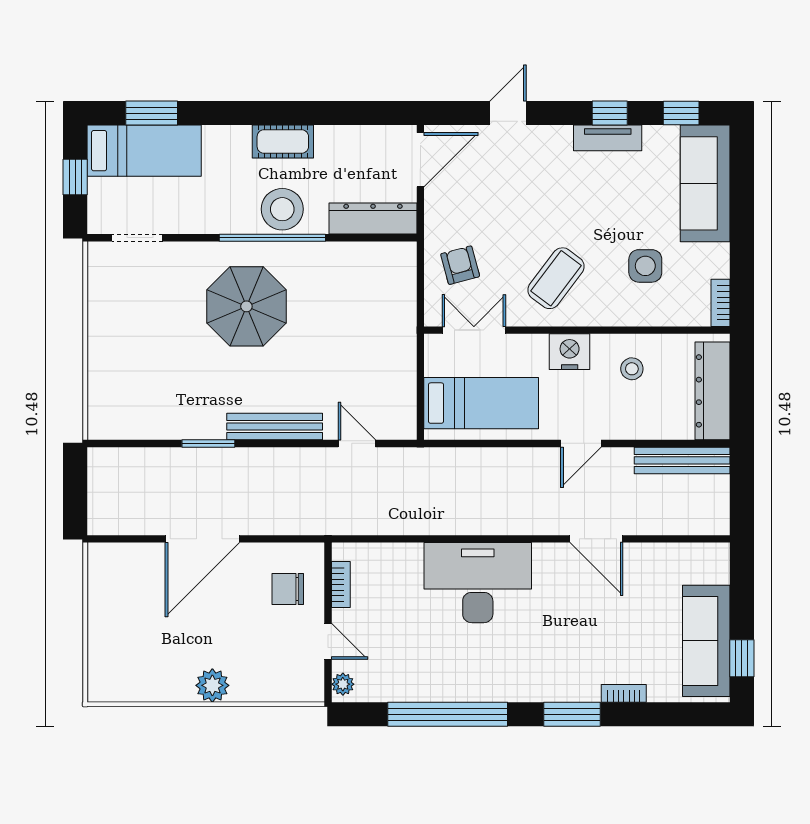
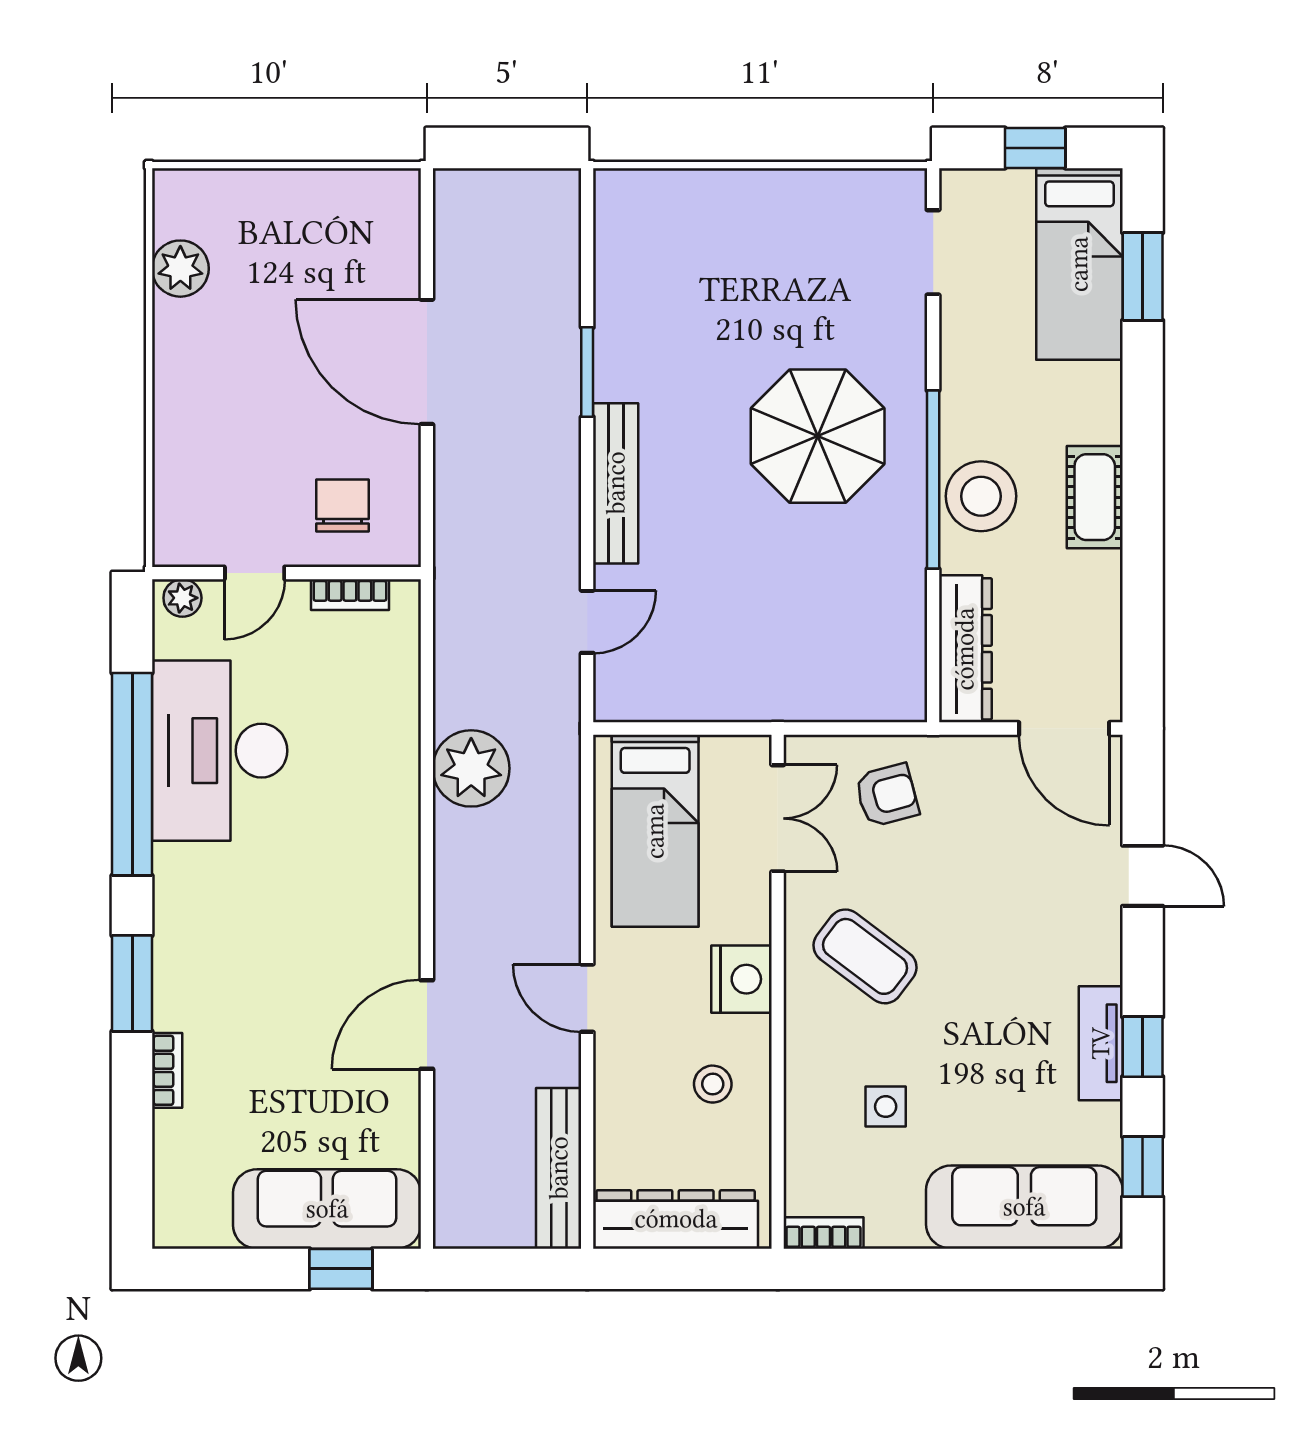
side table: (645, 266) -> (886, 1107), width x0.73, depth x0.73
plant: (444, 512) -> (471, 768), added
desk: (478, 583) -> (220, 751), moved, turned 180
sofa: (706, 641) -> (327, 1209), moved
window: (742, 658) -> (341, 1269), moved
plant: (212, 685) -> (180, 269), moved

